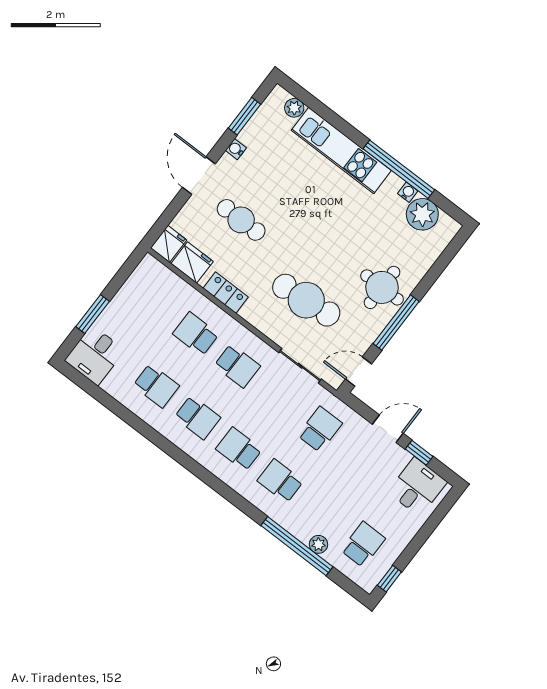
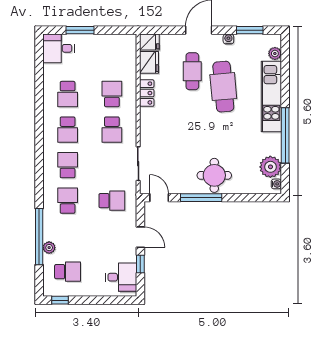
water cooler: (408, 192) -> (276, 184), moved
cafe table: (306, 300) -> (223, 87), moved

